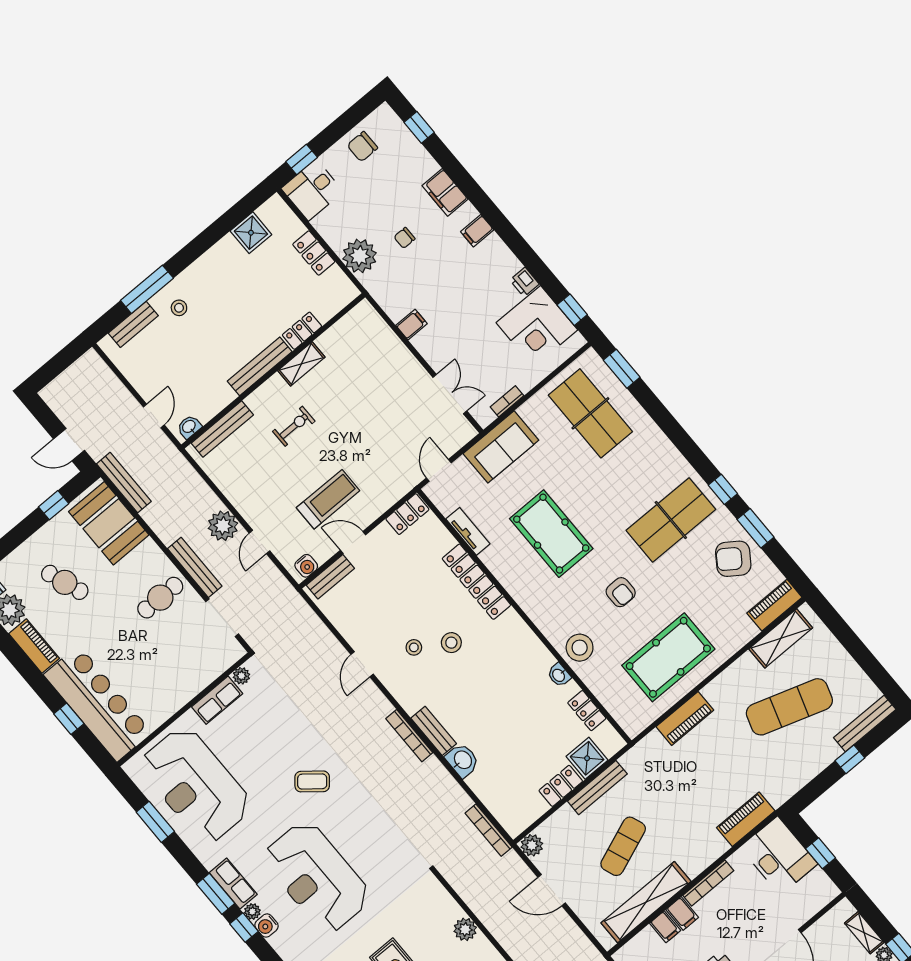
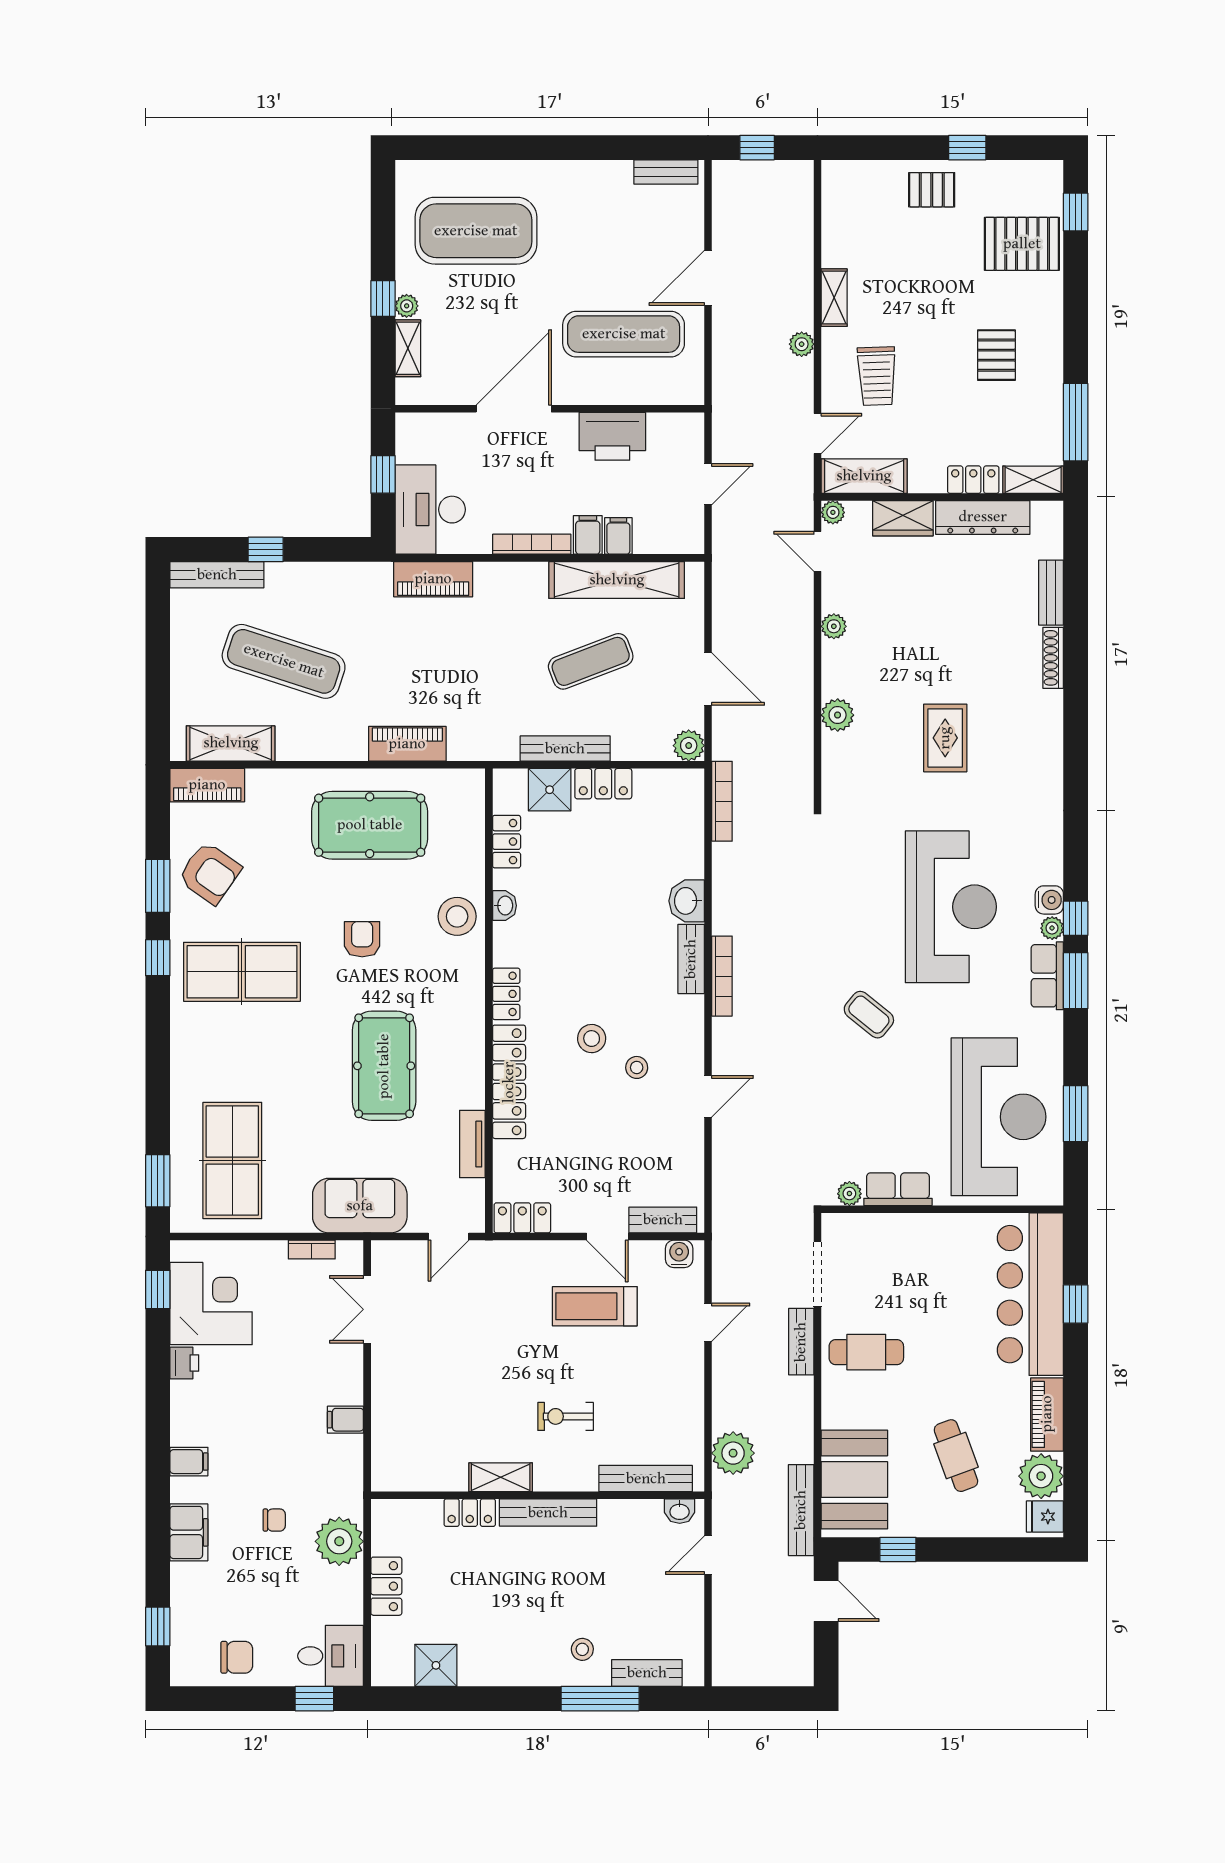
plant: (223, 526) -> (733, 1453), moved
bench: (195, 567) -> (801, 1342), width x0.73
locker: (518, 628) -> (506, 994), added

